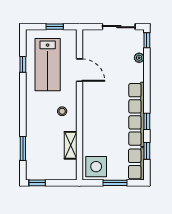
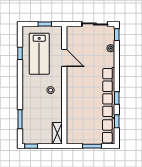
shelving: (71, 145) -> (57, 133), moved
side table: (96, 167) -> (77, 133), removed

